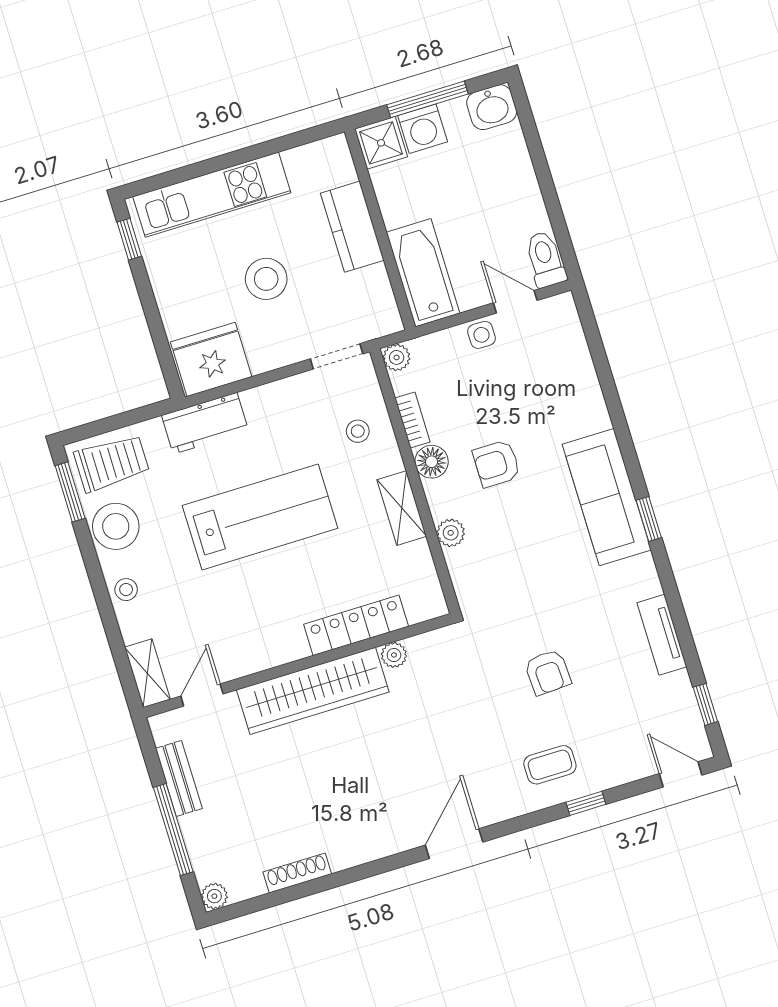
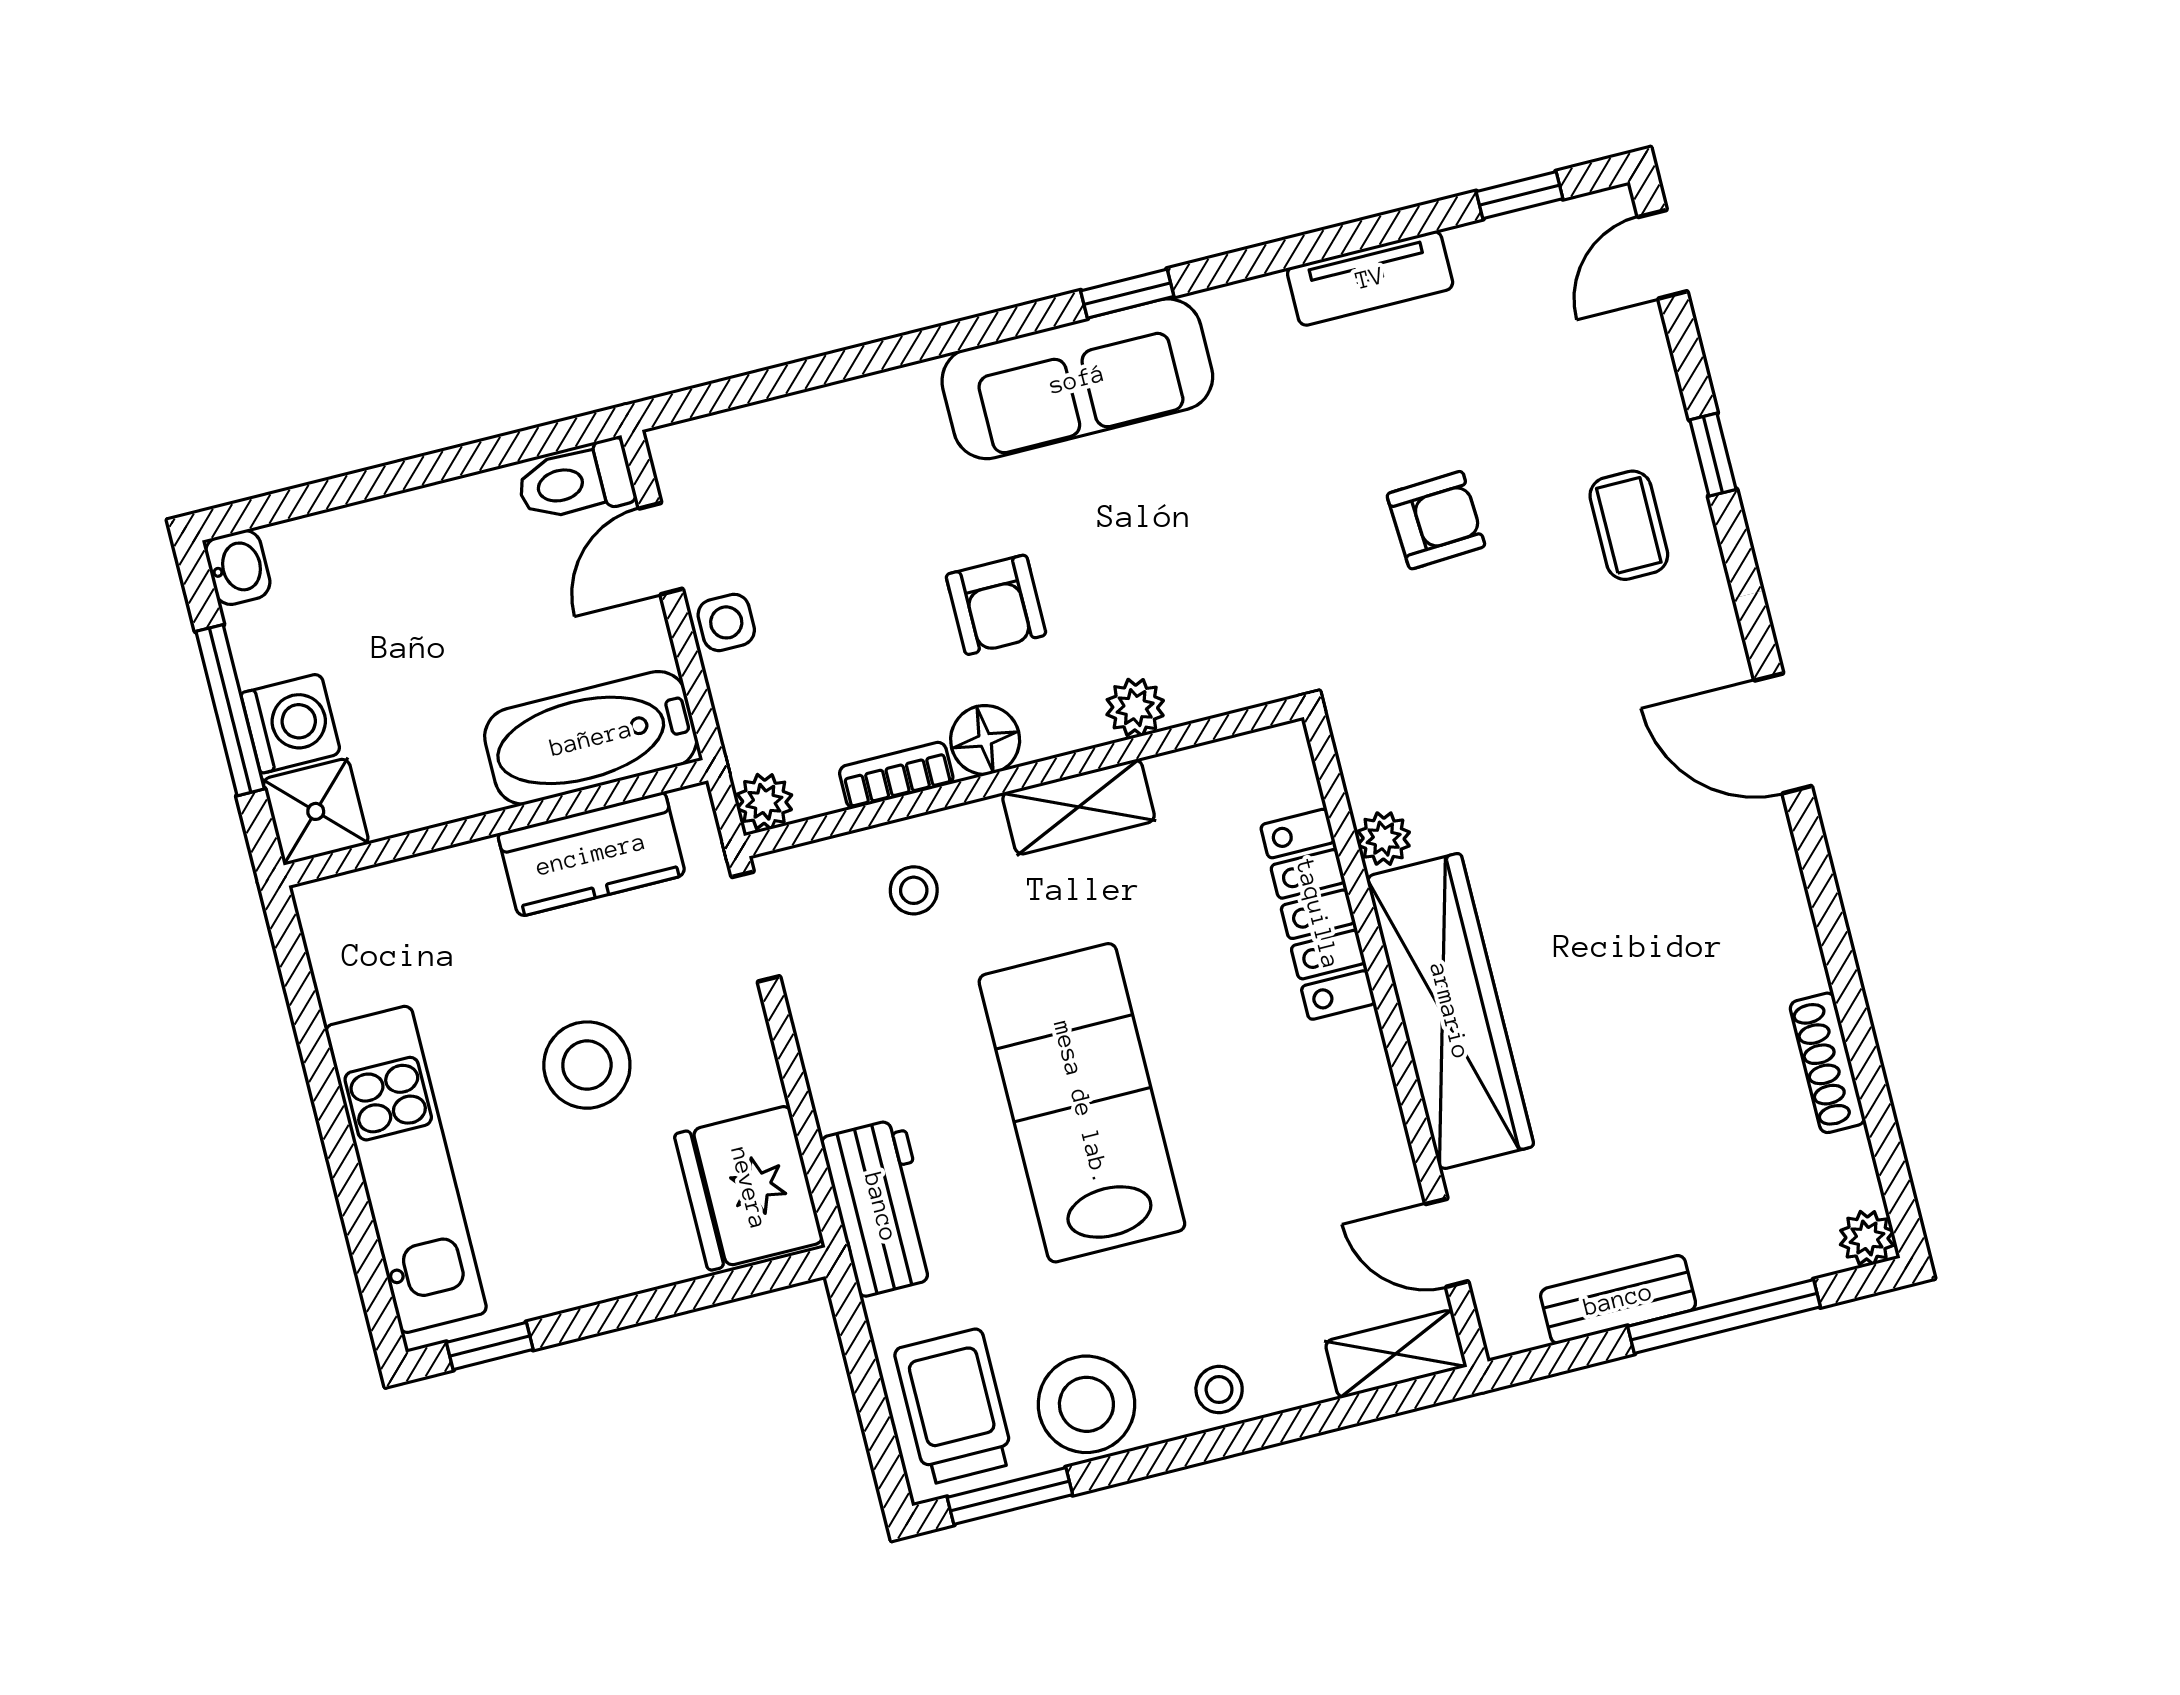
washbasin: (492, 107) -> (238, 567), width x0.72, depth x0.69
kitchen counter: (352, 227) -> (591, 854), moved

